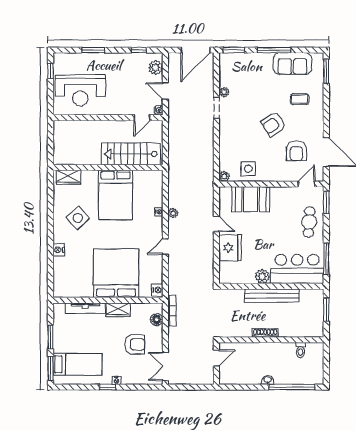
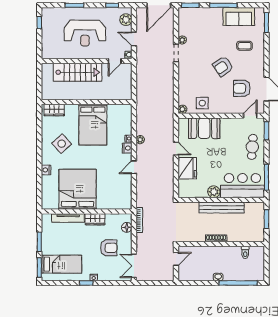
reception desk: (80, 90) -> (85, 33), moved
armchair: (296, 151) -> (242, 88), turned 90
stairs: (131, 154) -> (78, 72), moved, turned 180
bed: (116, 273) -> (78, 189), moved
nightstand: (157, 290) -> (127, 148), moved

